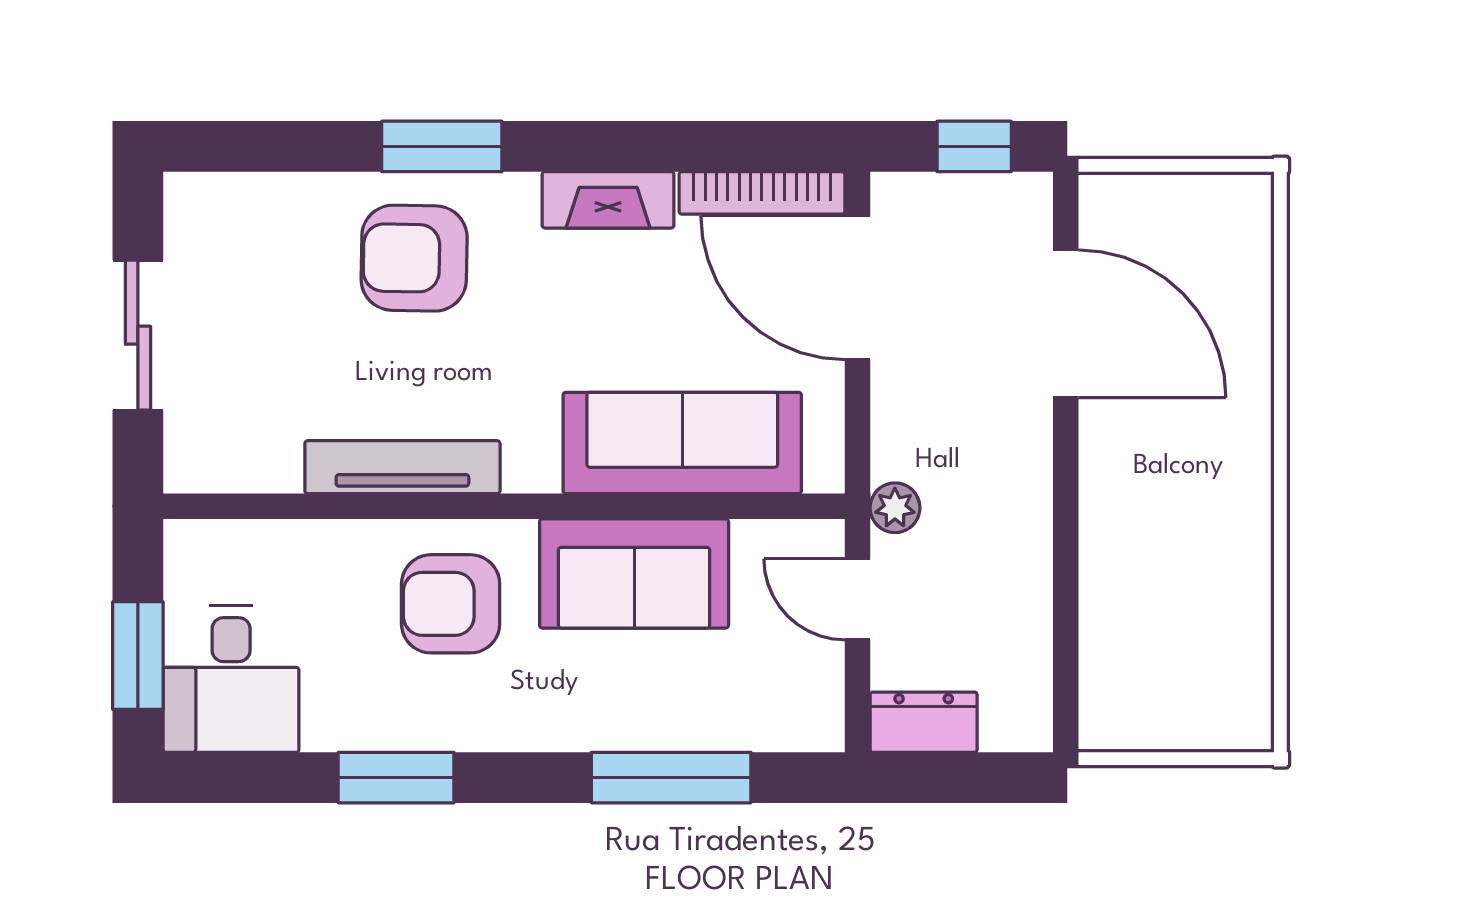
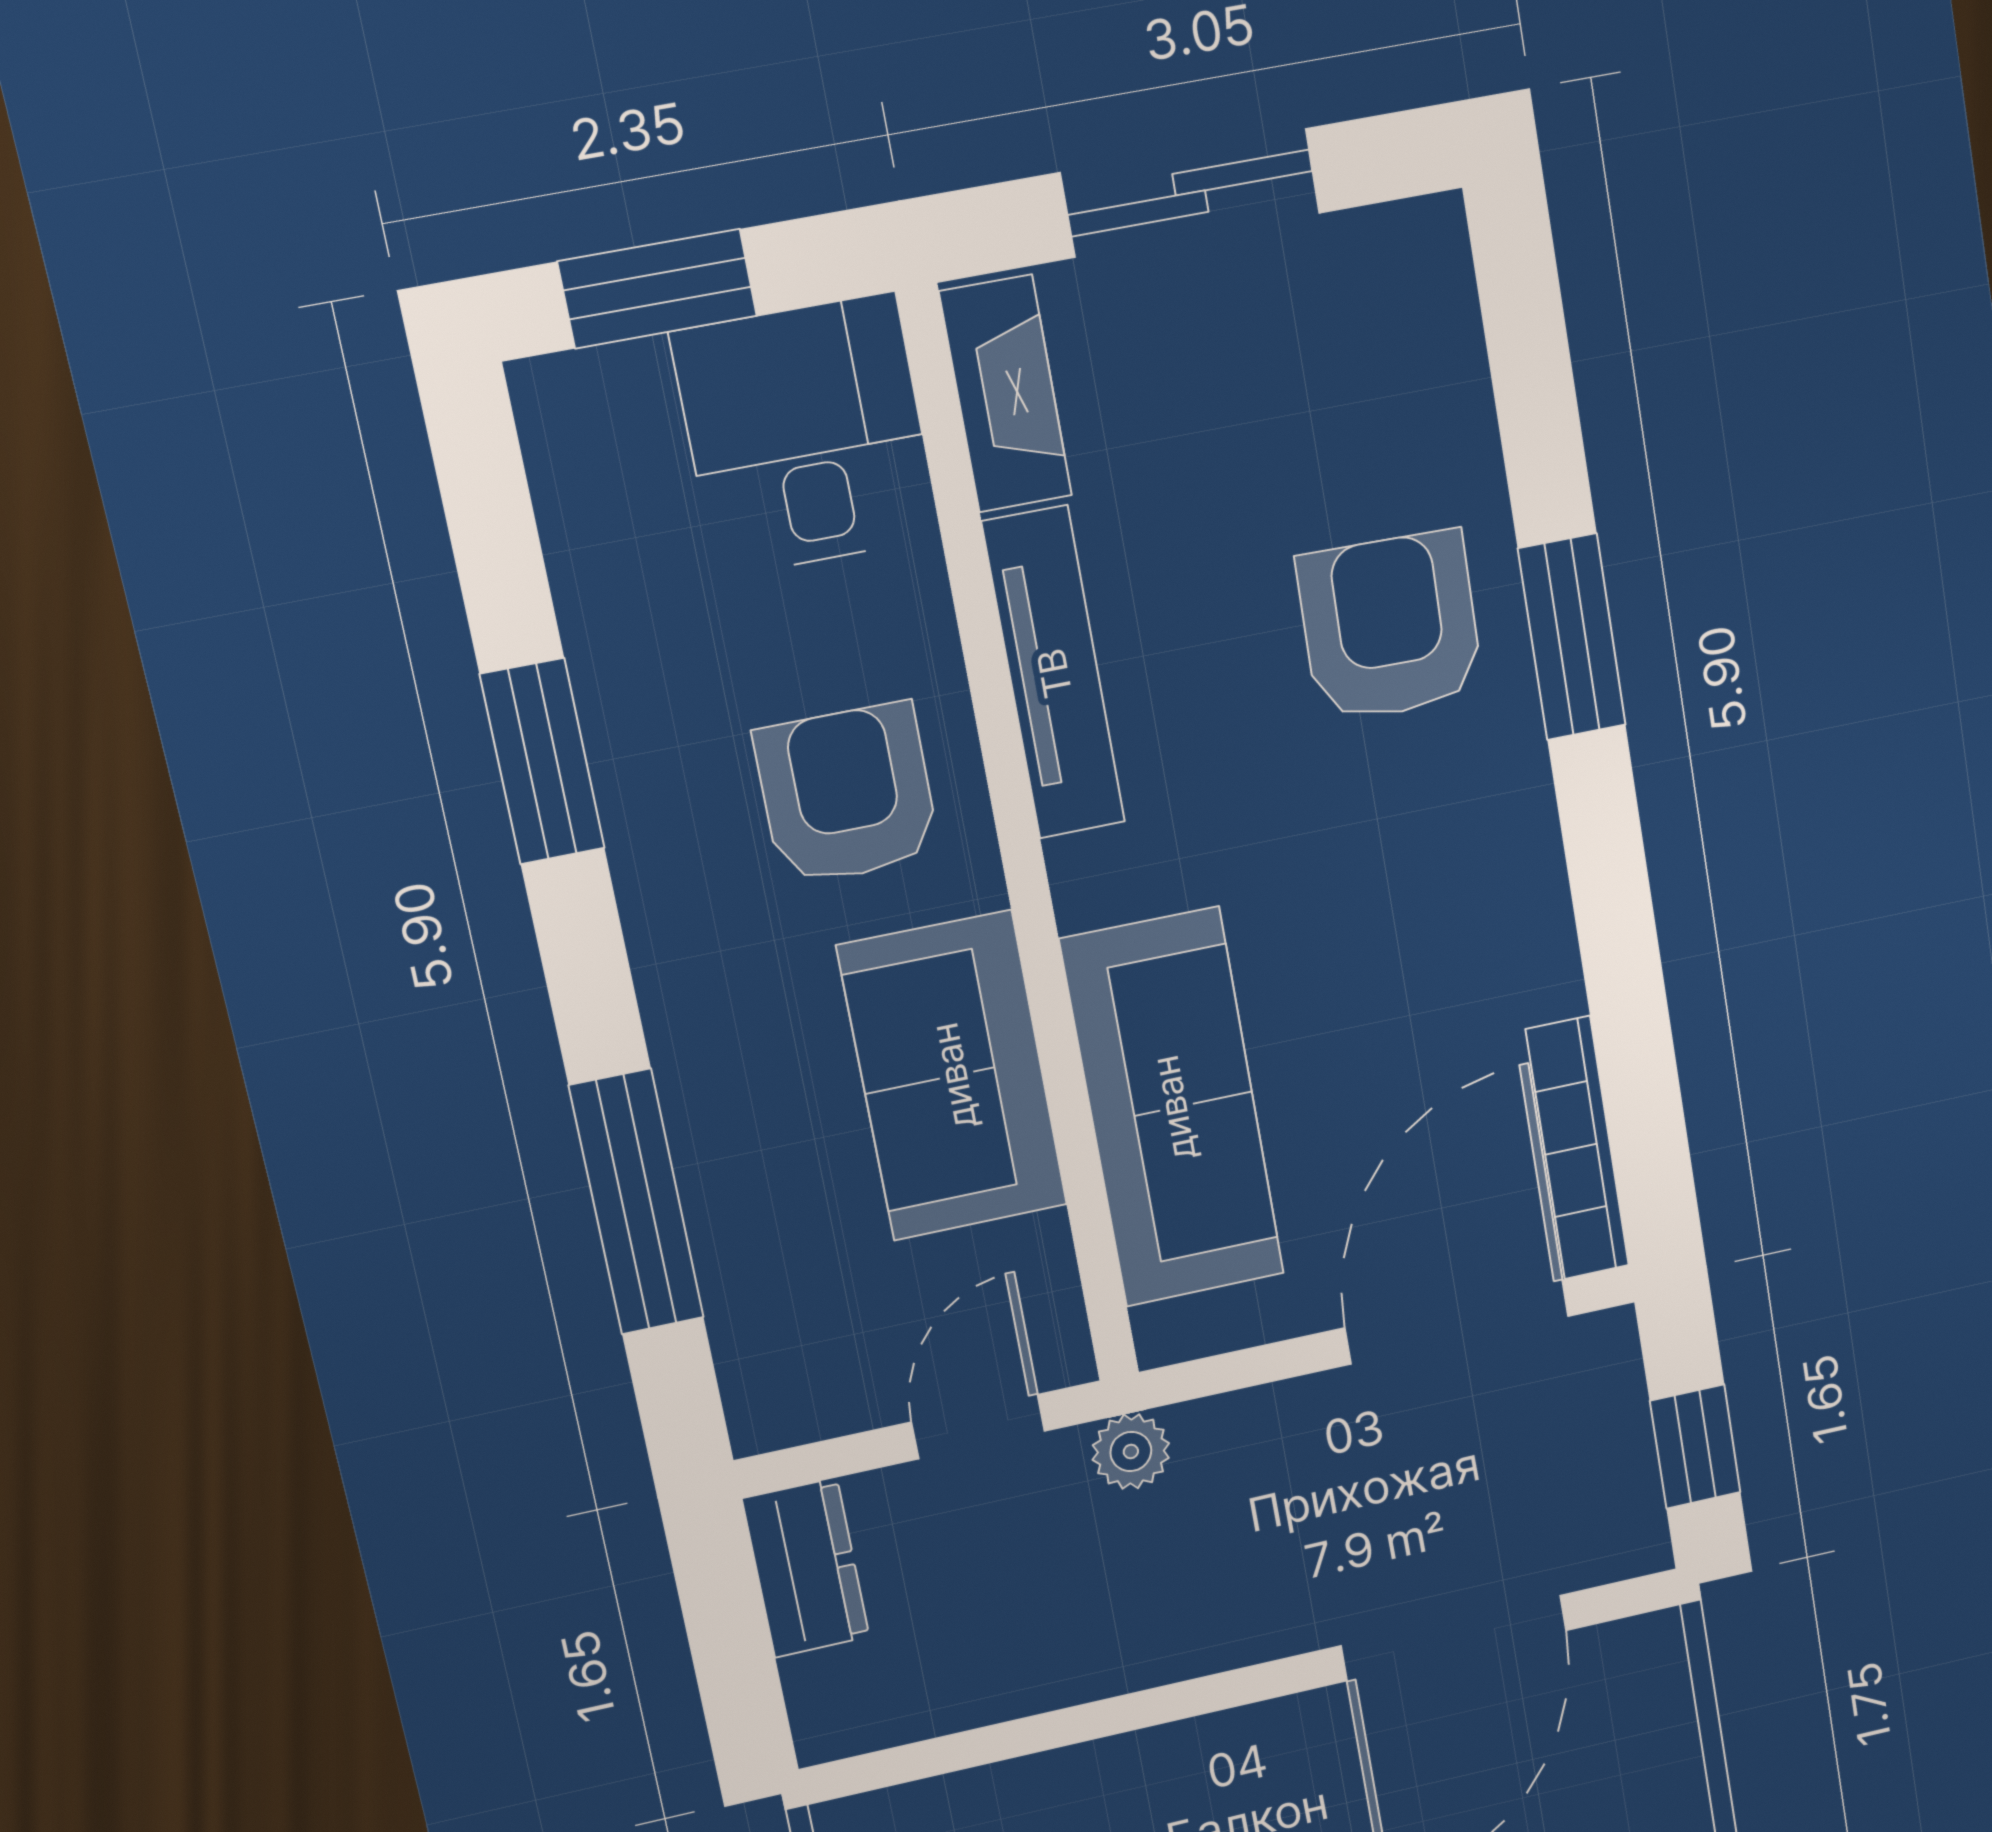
fireplace: (608, 200) -> (1006, 394), moved, turned 180
desk: (231, 679) -> (806, 435), moved, turned 90

